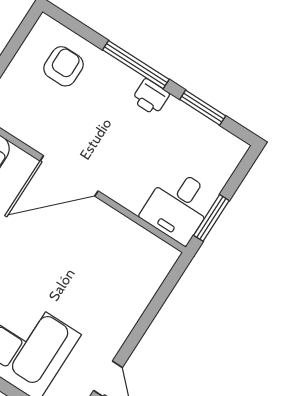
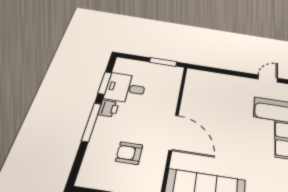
armchair: (64, 66) -> (129, 153), moved
desk: (178, 206) -> (126, 88), moved, turned 180

